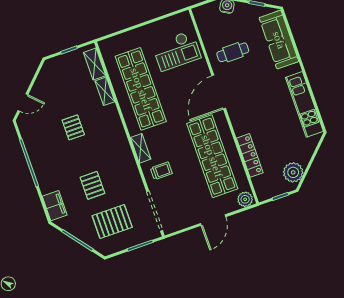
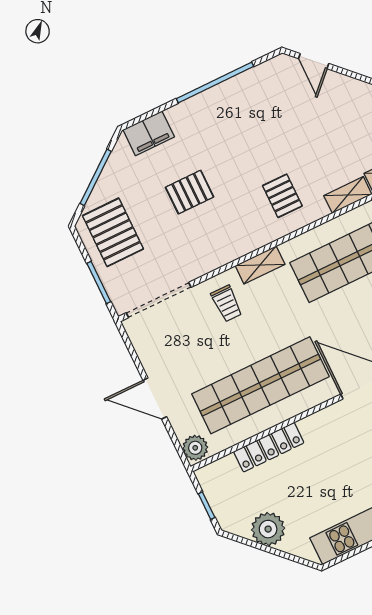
pallet: (73, 127) -> (282, 196), moved, turned 90
plant: (293, 172) -> (268, 529), moved
pallet: (112, 222) -> (113, 232), moved

